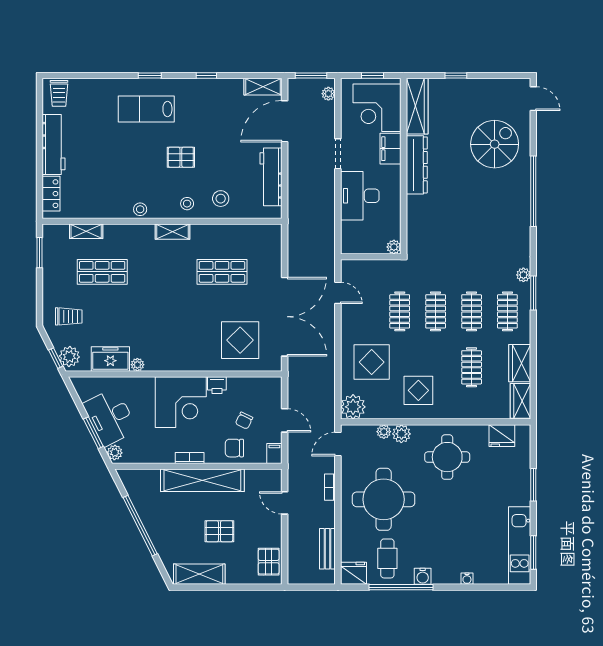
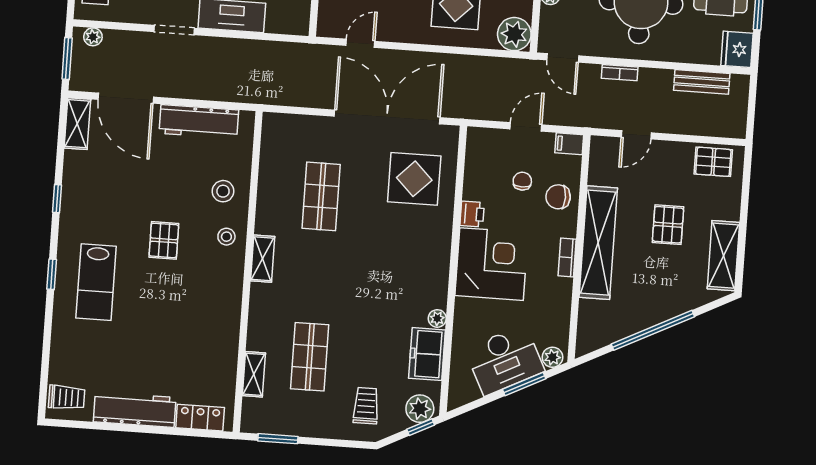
stool: (140, 209) -> (230, 300), removed
chair: (244, 421) -> (522, 181), turned -116
chair: (234, 448) -> (558, 197), turned 90

